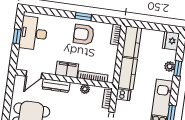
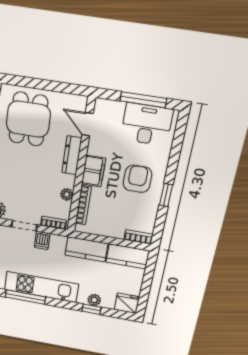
armchair: (84, 34) -> (137, 179), moved
window: (17, 36) -> (143, 100), width x2.17
dishwasher: (123, 95) -> (42, 240), moved

